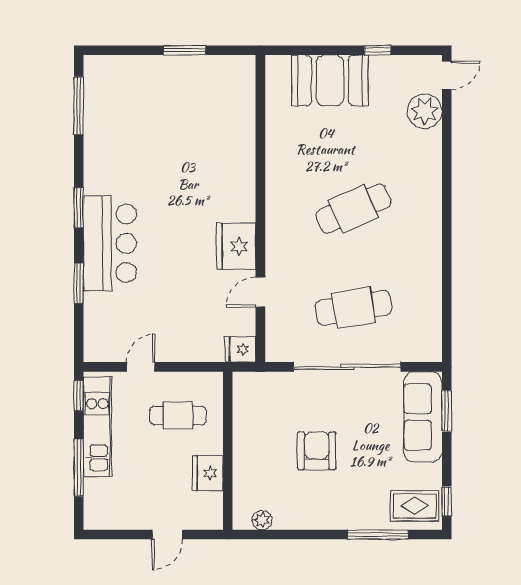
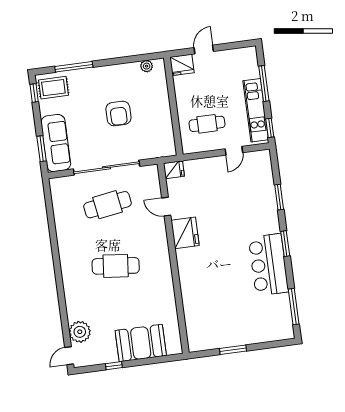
cafe table: (354, 209) -> (116, 266), turned 30
bar counter: (110, 243) -> (269, 265), moved
door: (260, 292) -> (166, 207), swing flipped
fridge: (208, 473) -> (182, 65), moved, turned 90

